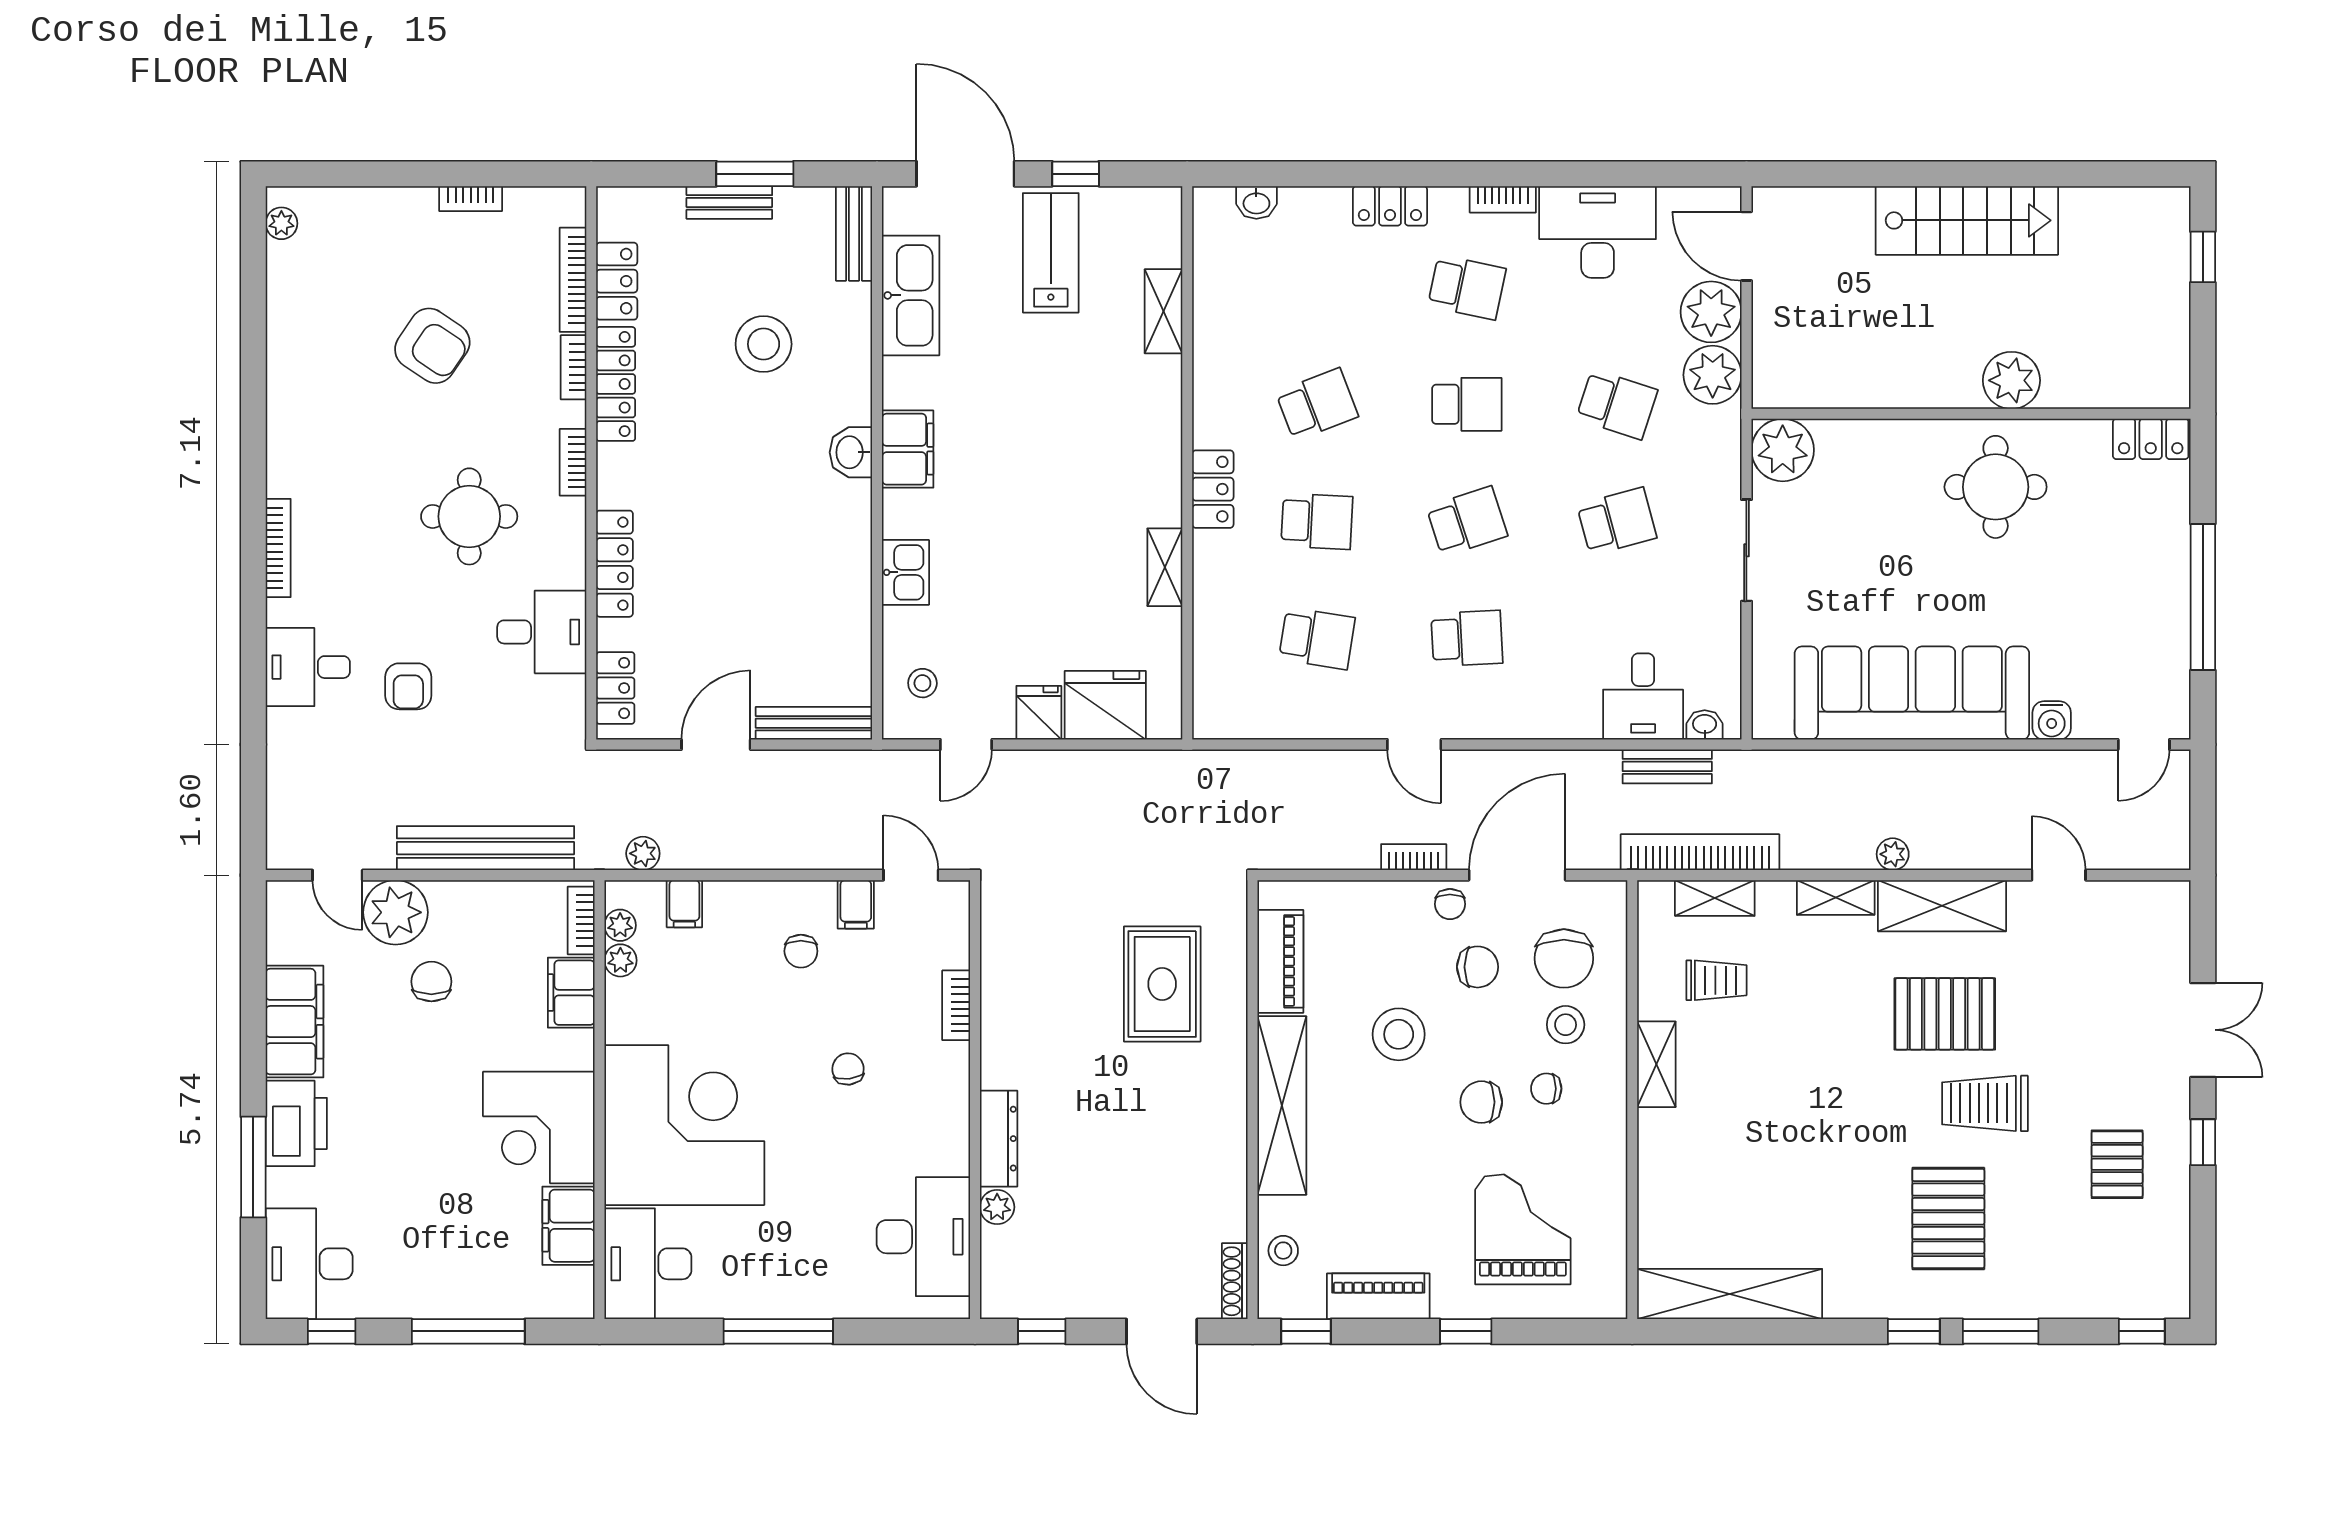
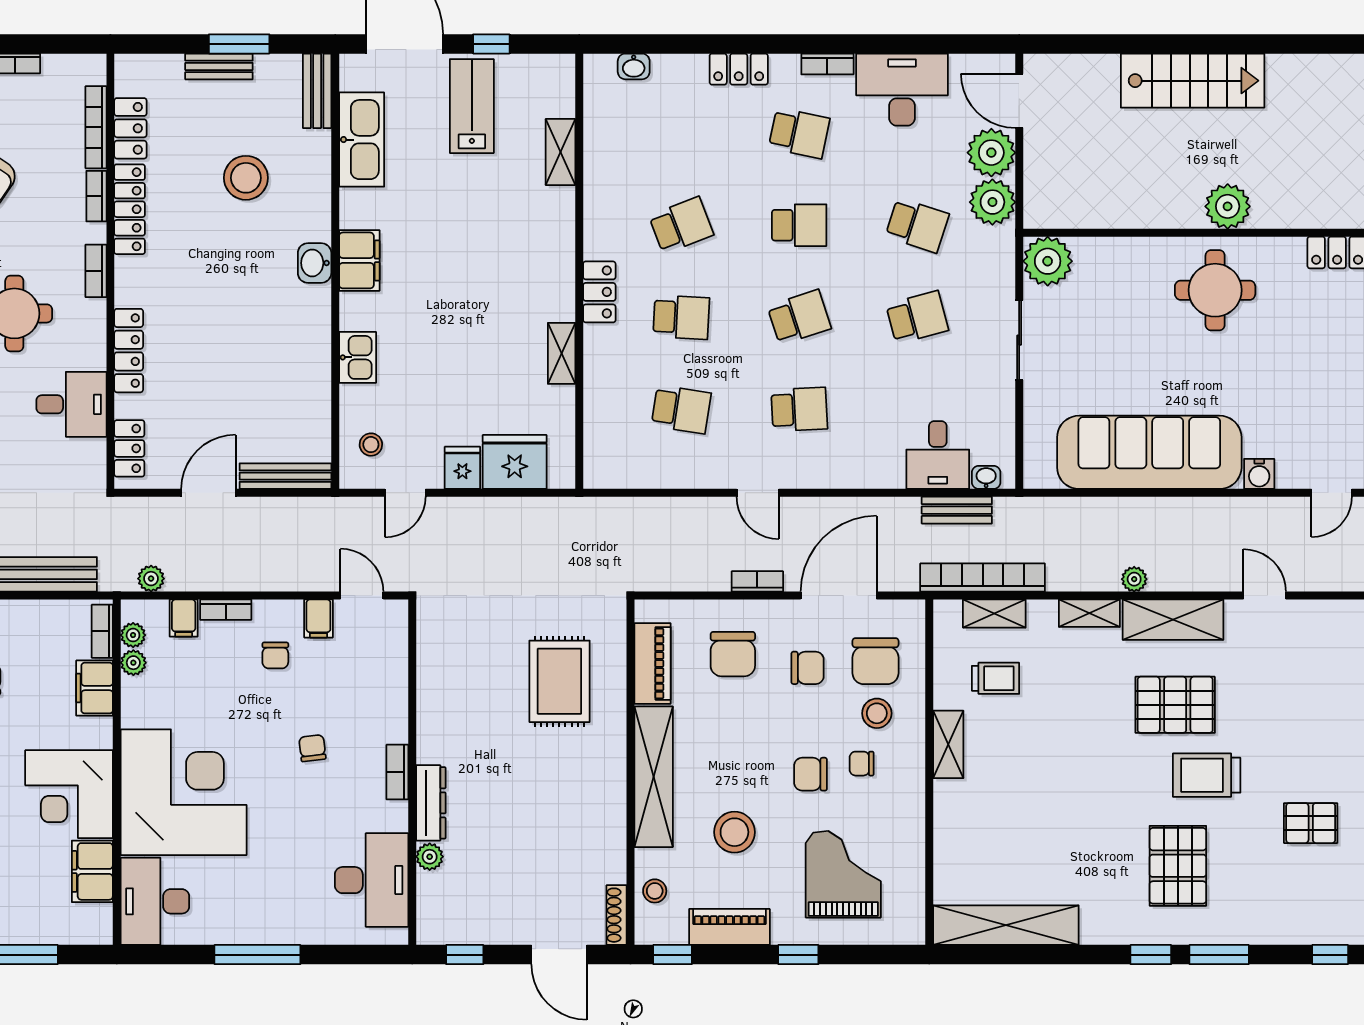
bookcase: (738, 893) -> (226, 610), added
chair: (1450, 904) -> (733, 654), moved, width x1.87, depth x1.87
bookcase: (956, 1005) -> (397, 772), moved
stool: (1399, 1034) -> (734, 832), moved
pallet: (2117, 1164) -> (1311, 823), turned 90

